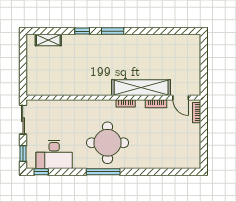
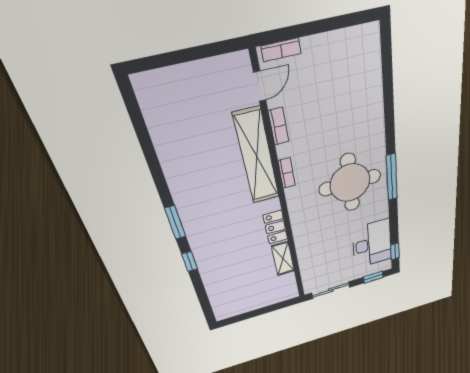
shelving: (48, 40) -> (283, 259), moved
locker: (90, 90) -> (275, 227), added

